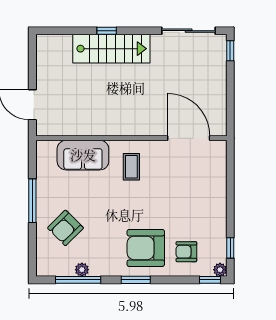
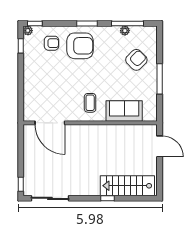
stairs: (111, 49) -> (127, 186), moved

